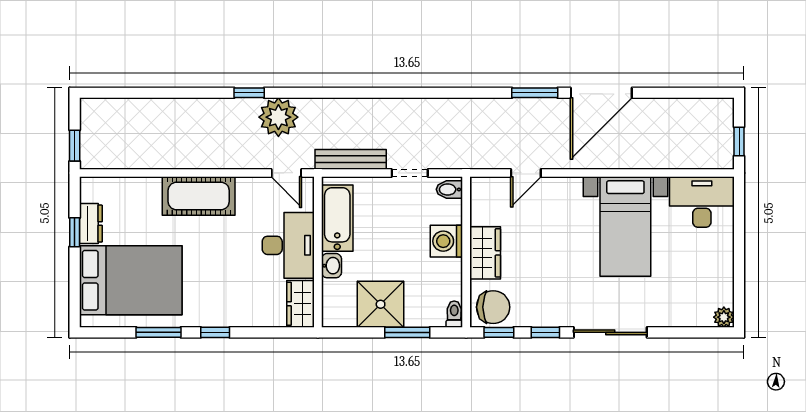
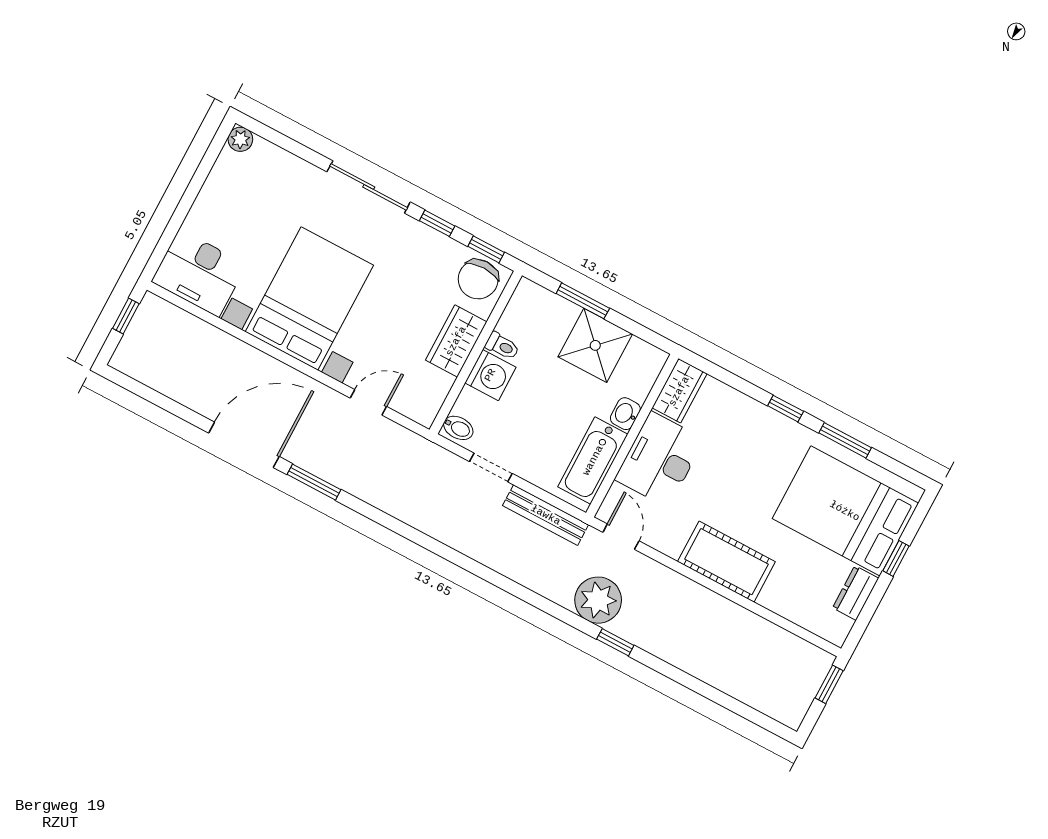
bed with nightstands: (625, 227) -> (309, 299), width x1.36
window: (75, 232) -> (896, 558), moved
chair: (493, 307) -> (478, 279), turned -90
toilet: (454, 314) -> (502, 346), moved, turned -90

